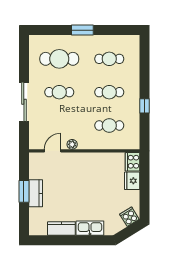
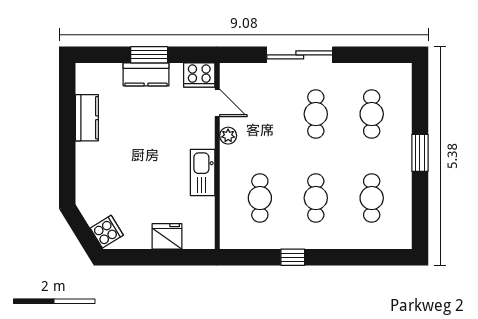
cafe table: (59, 59) -> (372, 114), width x0.73, depth x0.74
cooker: (133, 162) -> (199, 75), moved, turned 180
kitchen sink: (90, 228) -> (203, 172), moved, turned 180

